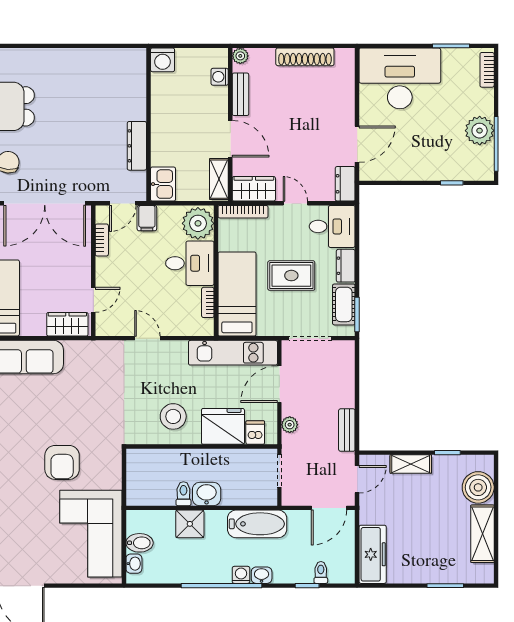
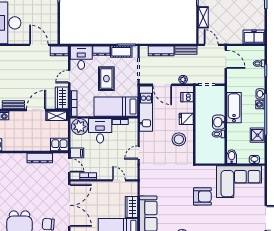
wardrobe: (67, 324) -> (131, 207), moved
dresser: (345, 382) -> (161, 51), added
fridge: (223, 426) -> (186, 119), width x0.53, depth x0.75
shower: (190, 524) -> (257, 135), moved
bathtub: (257, 524) -> (234, 108), moved
bidet: (140, 543) -> (232, 157), moved
freezer: (373, 554) -> (254, 37), width x0.71

